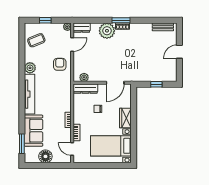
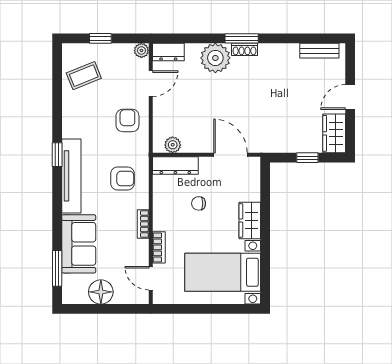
plant: (30, 68) -> (72, 127), removed
wardrobe: (171, 71) -> (334, 133), added
window: (22, 83) -> (57, 155), added
door: (115, 83) -> (230, 155), swing flipped
armchair: (57, 95) -> (122, 179), added

